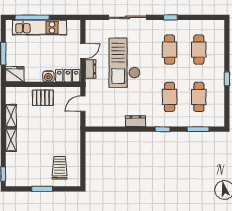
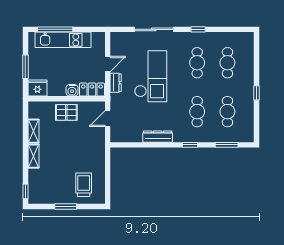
checkout: (124, 63) -> (151, 76), turned 180
dresser: (136, 121) -> (158, 137), width x1.44

